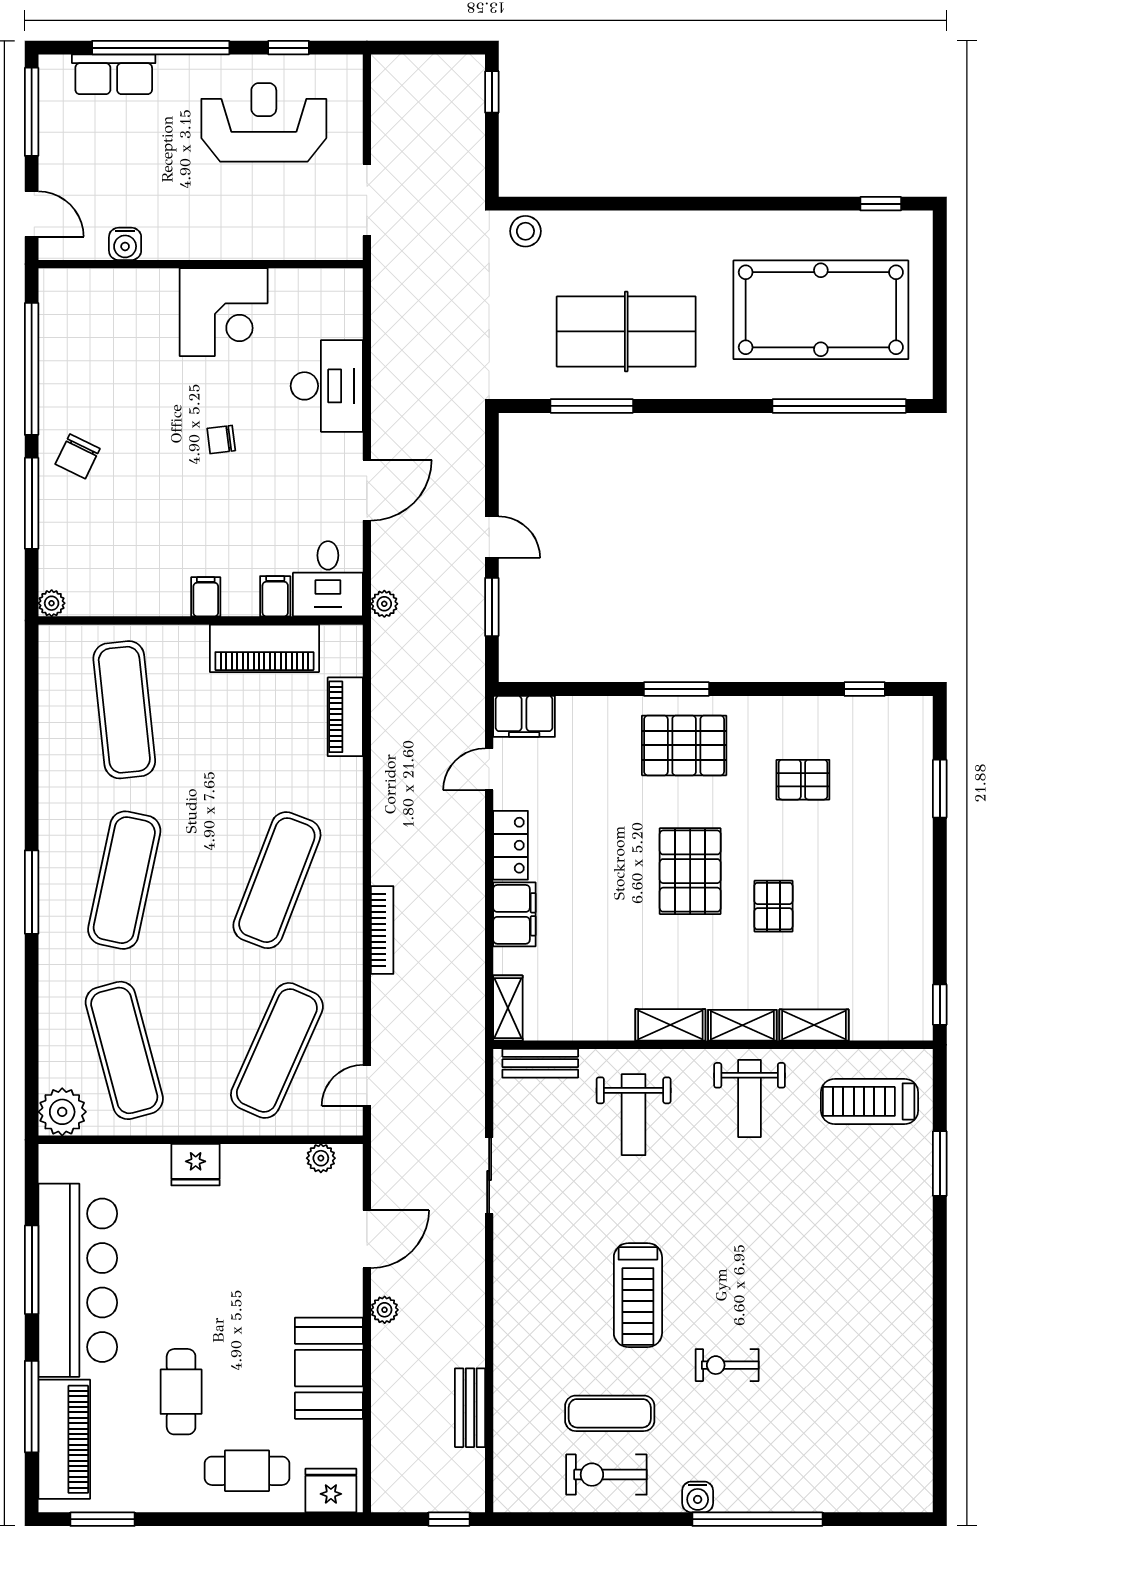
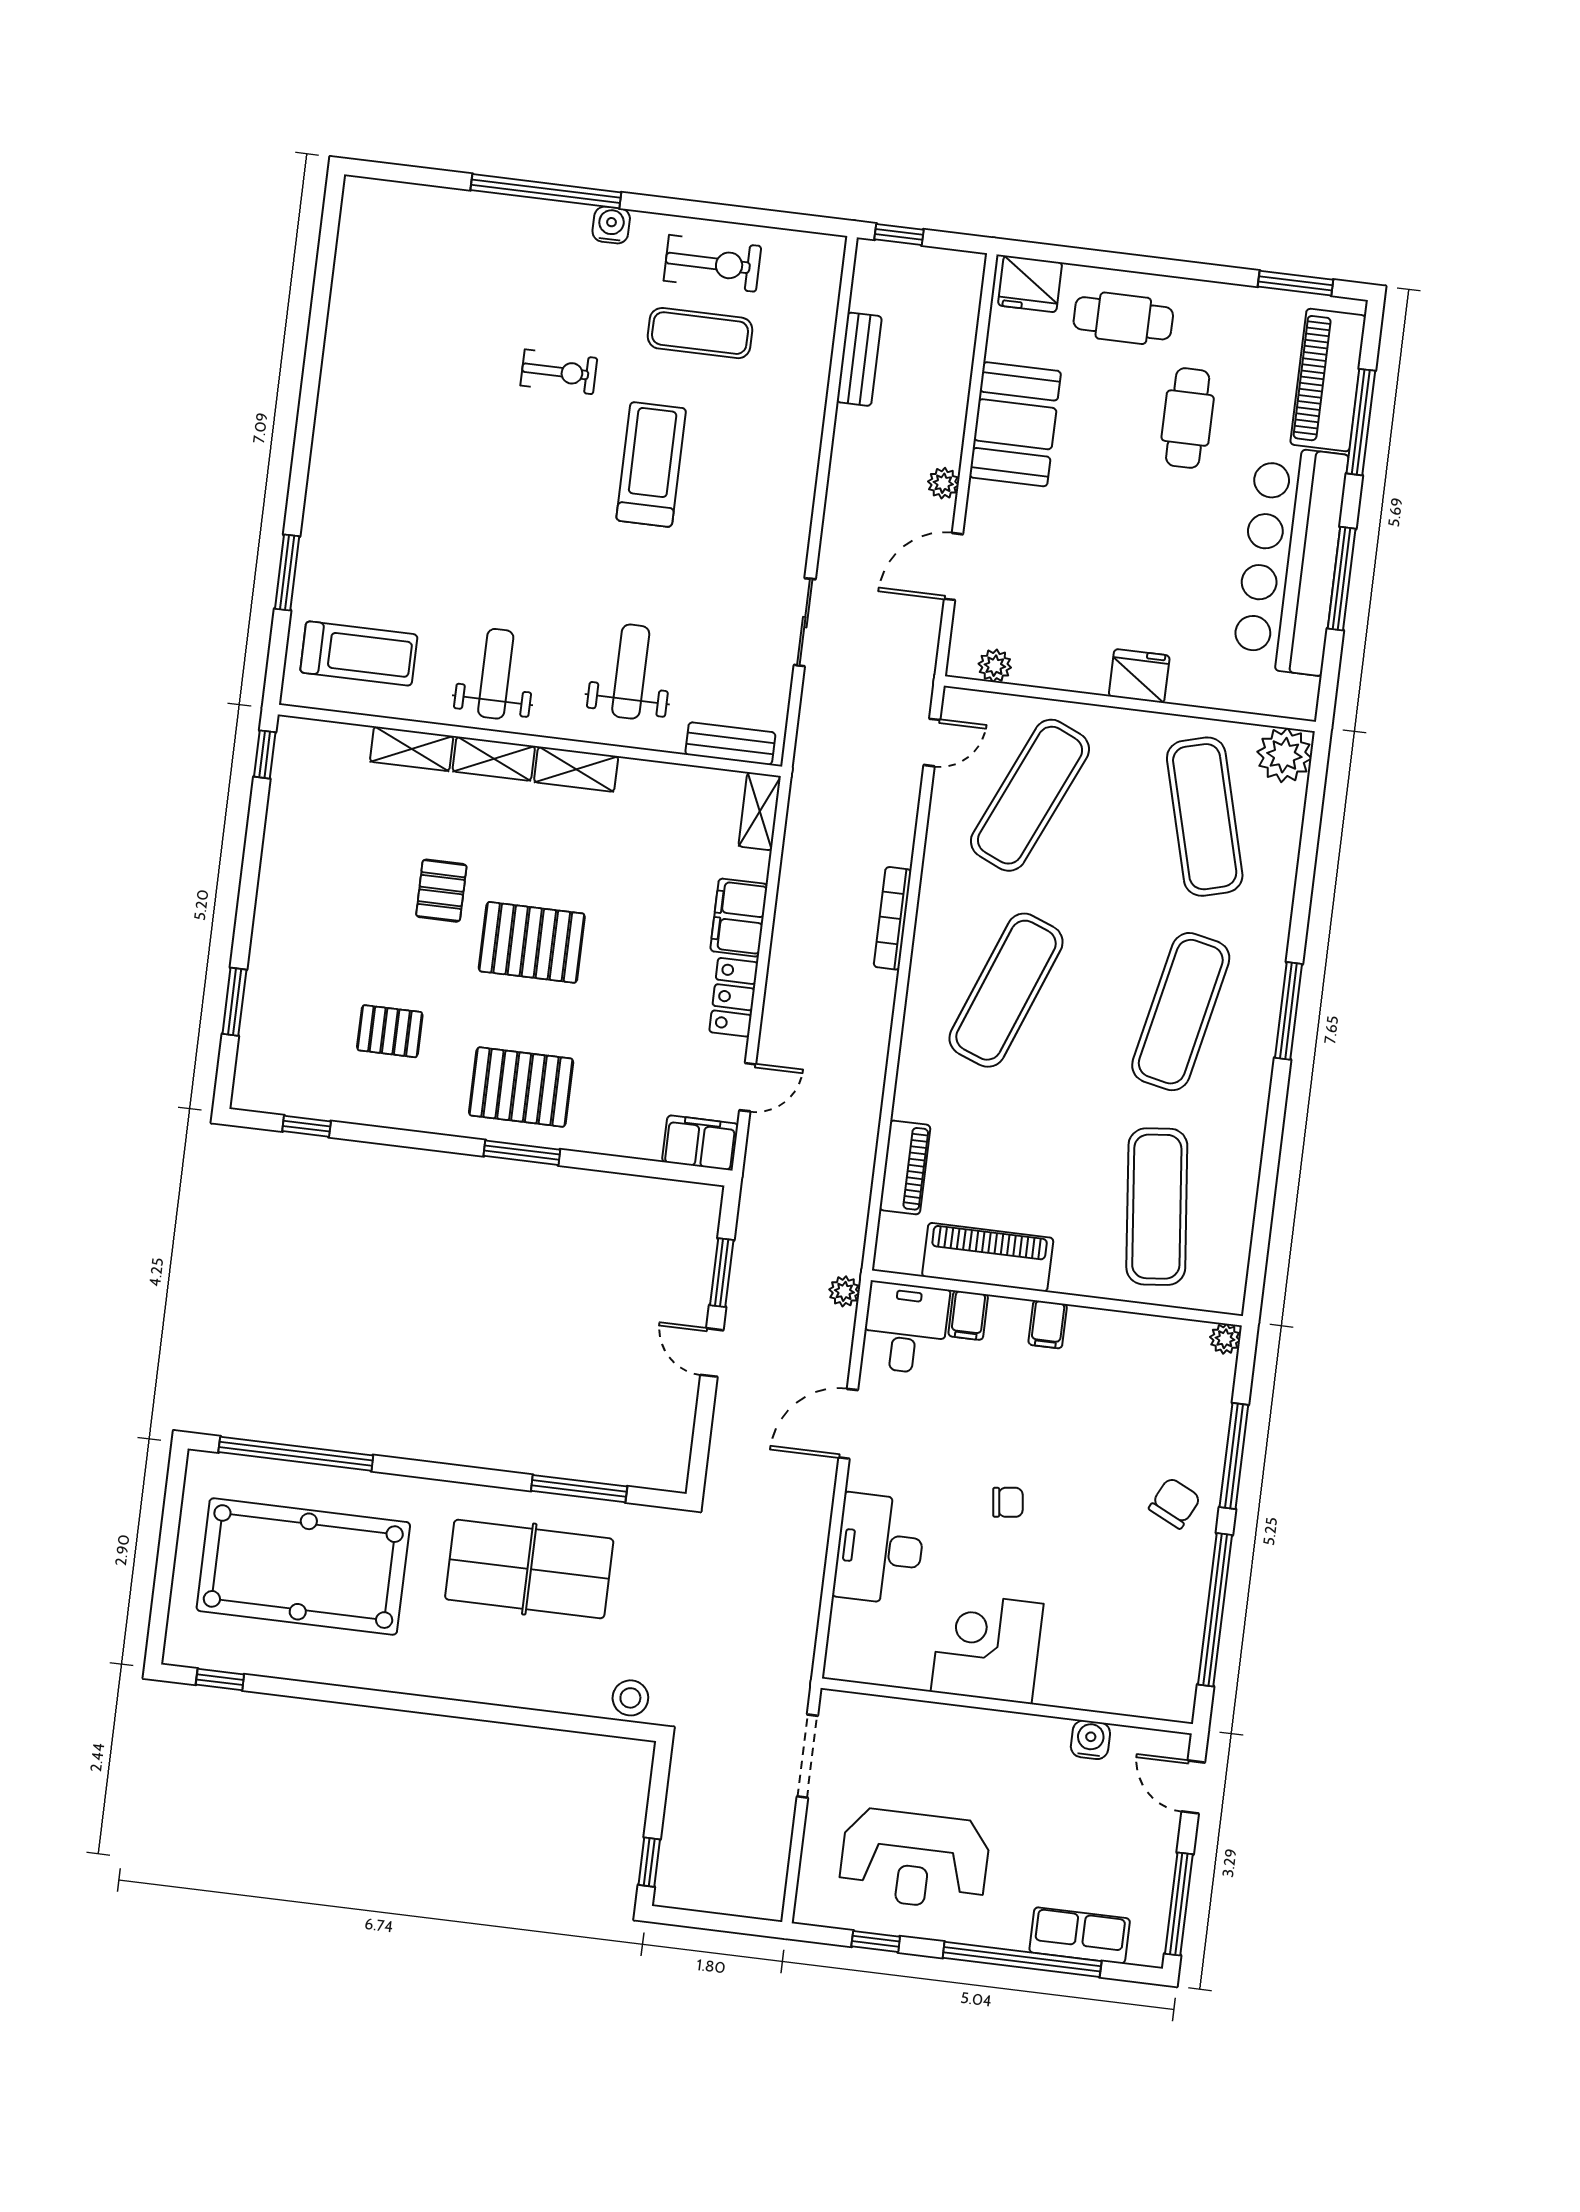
pallet: (690, 871) -> (532, 942), turned 90

